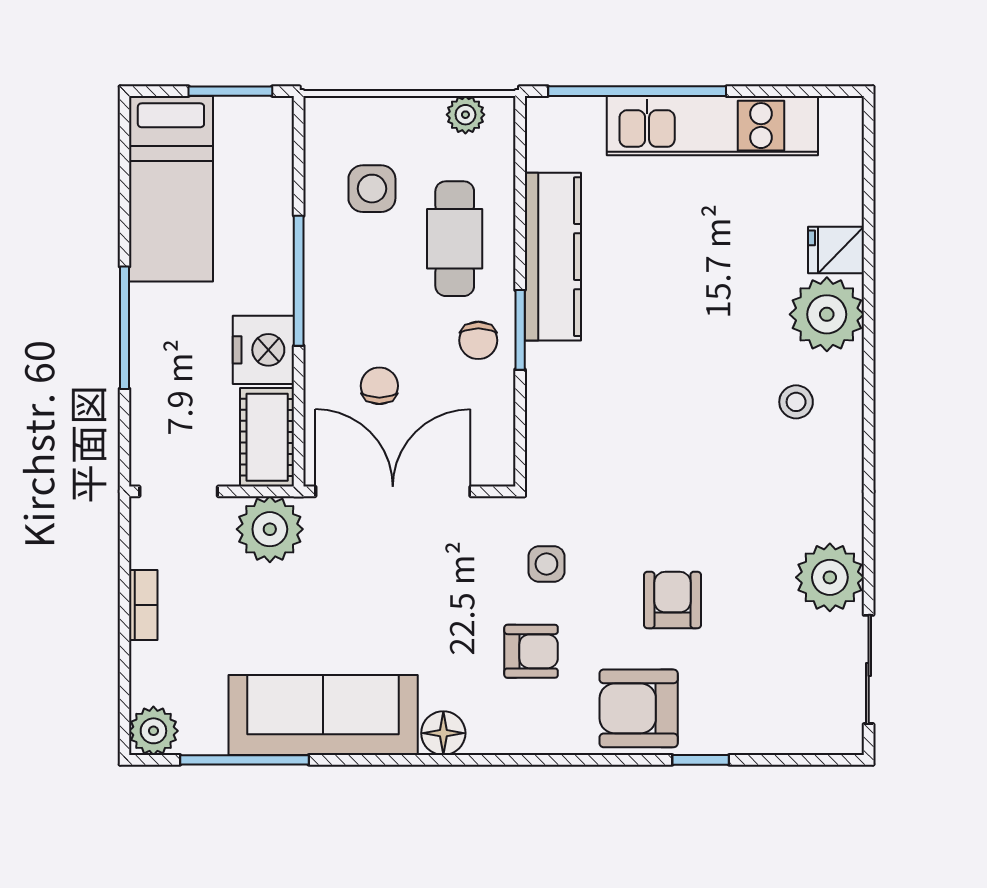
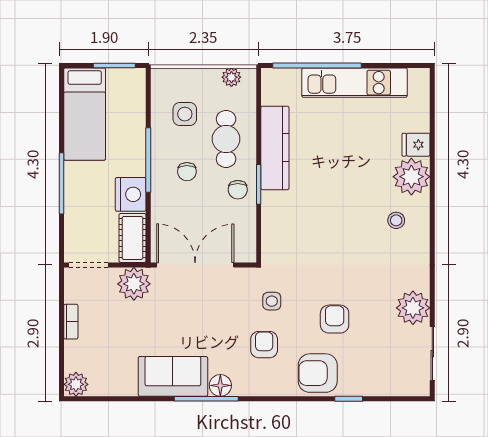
chair: (379, 386) -> (187, 172), moved, turned 180
armchair: (531, 651) -> (264, 345), turned -90
sofa: (323, 715) -> (173, 376), width x0.73
window: (244, 760) -> (206, 399), moved

